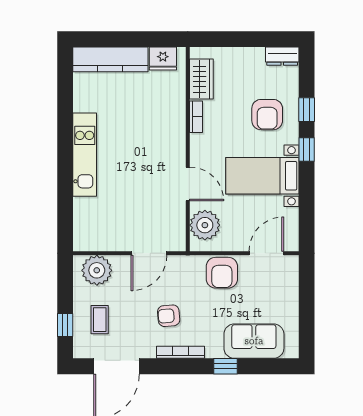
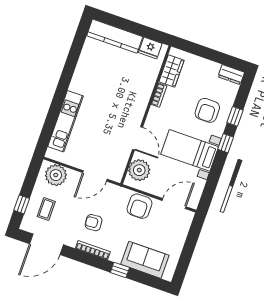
kitchen unit: (85, 155) -> (66, 121), moved

